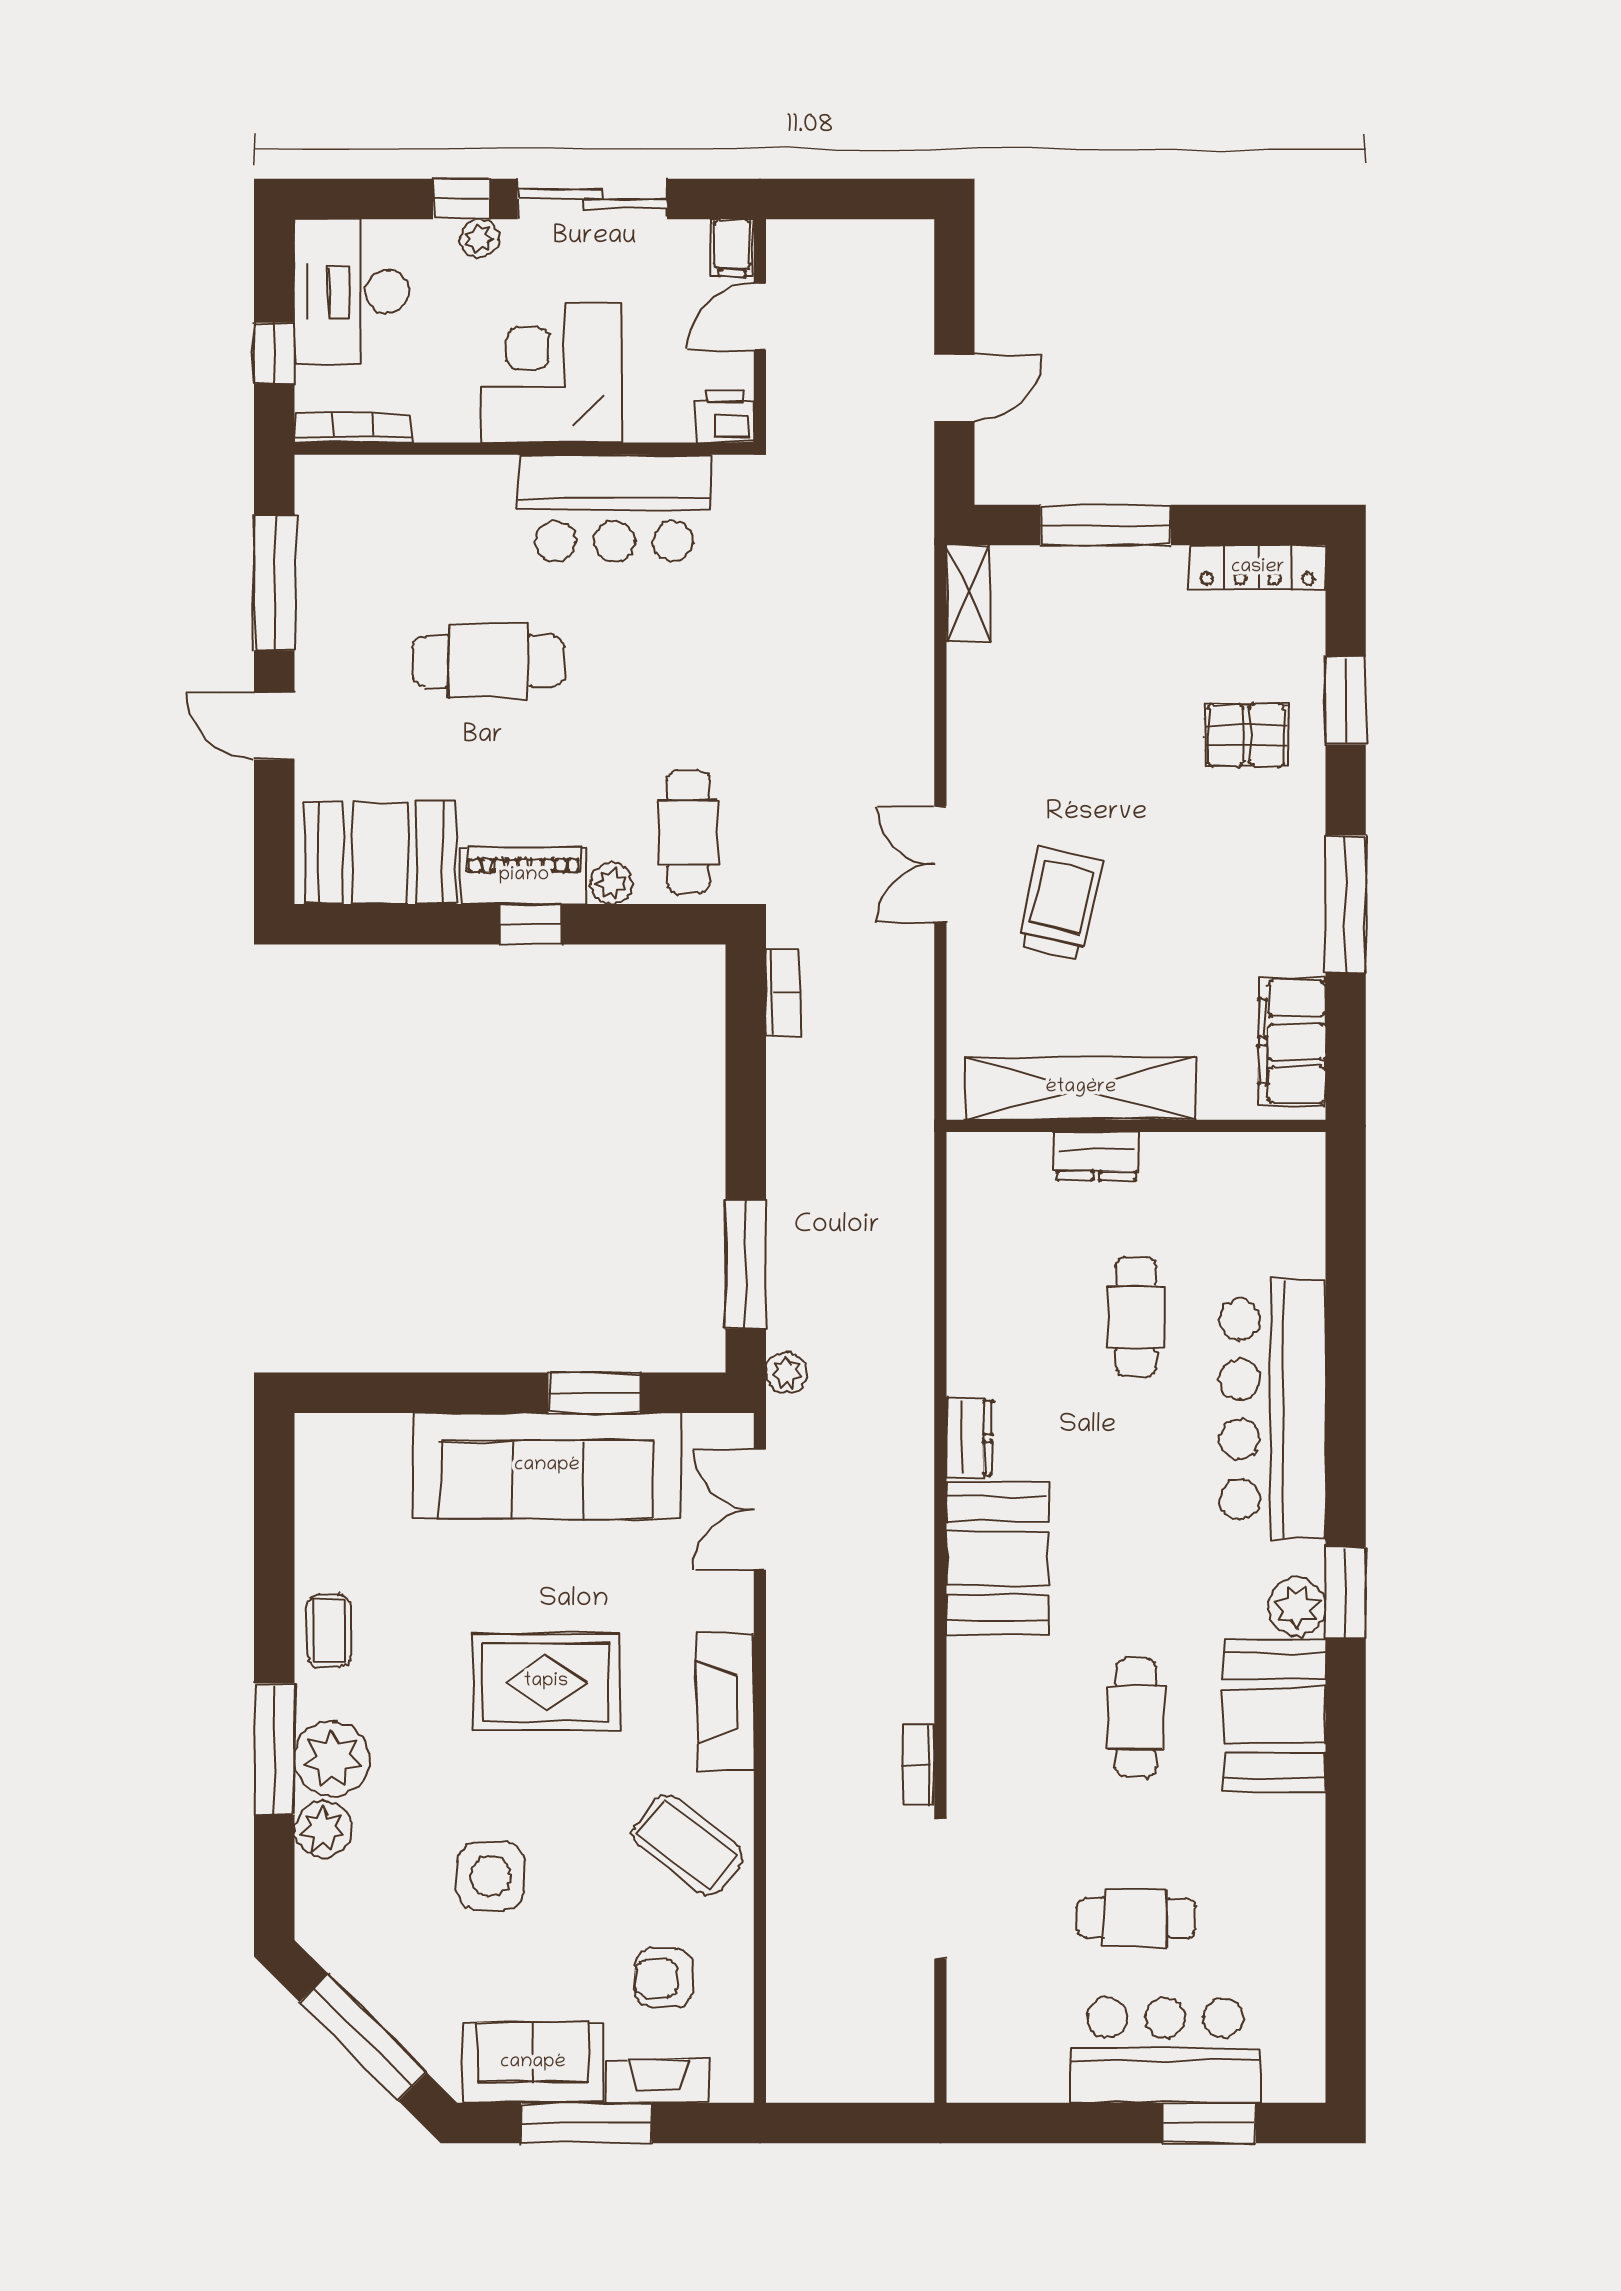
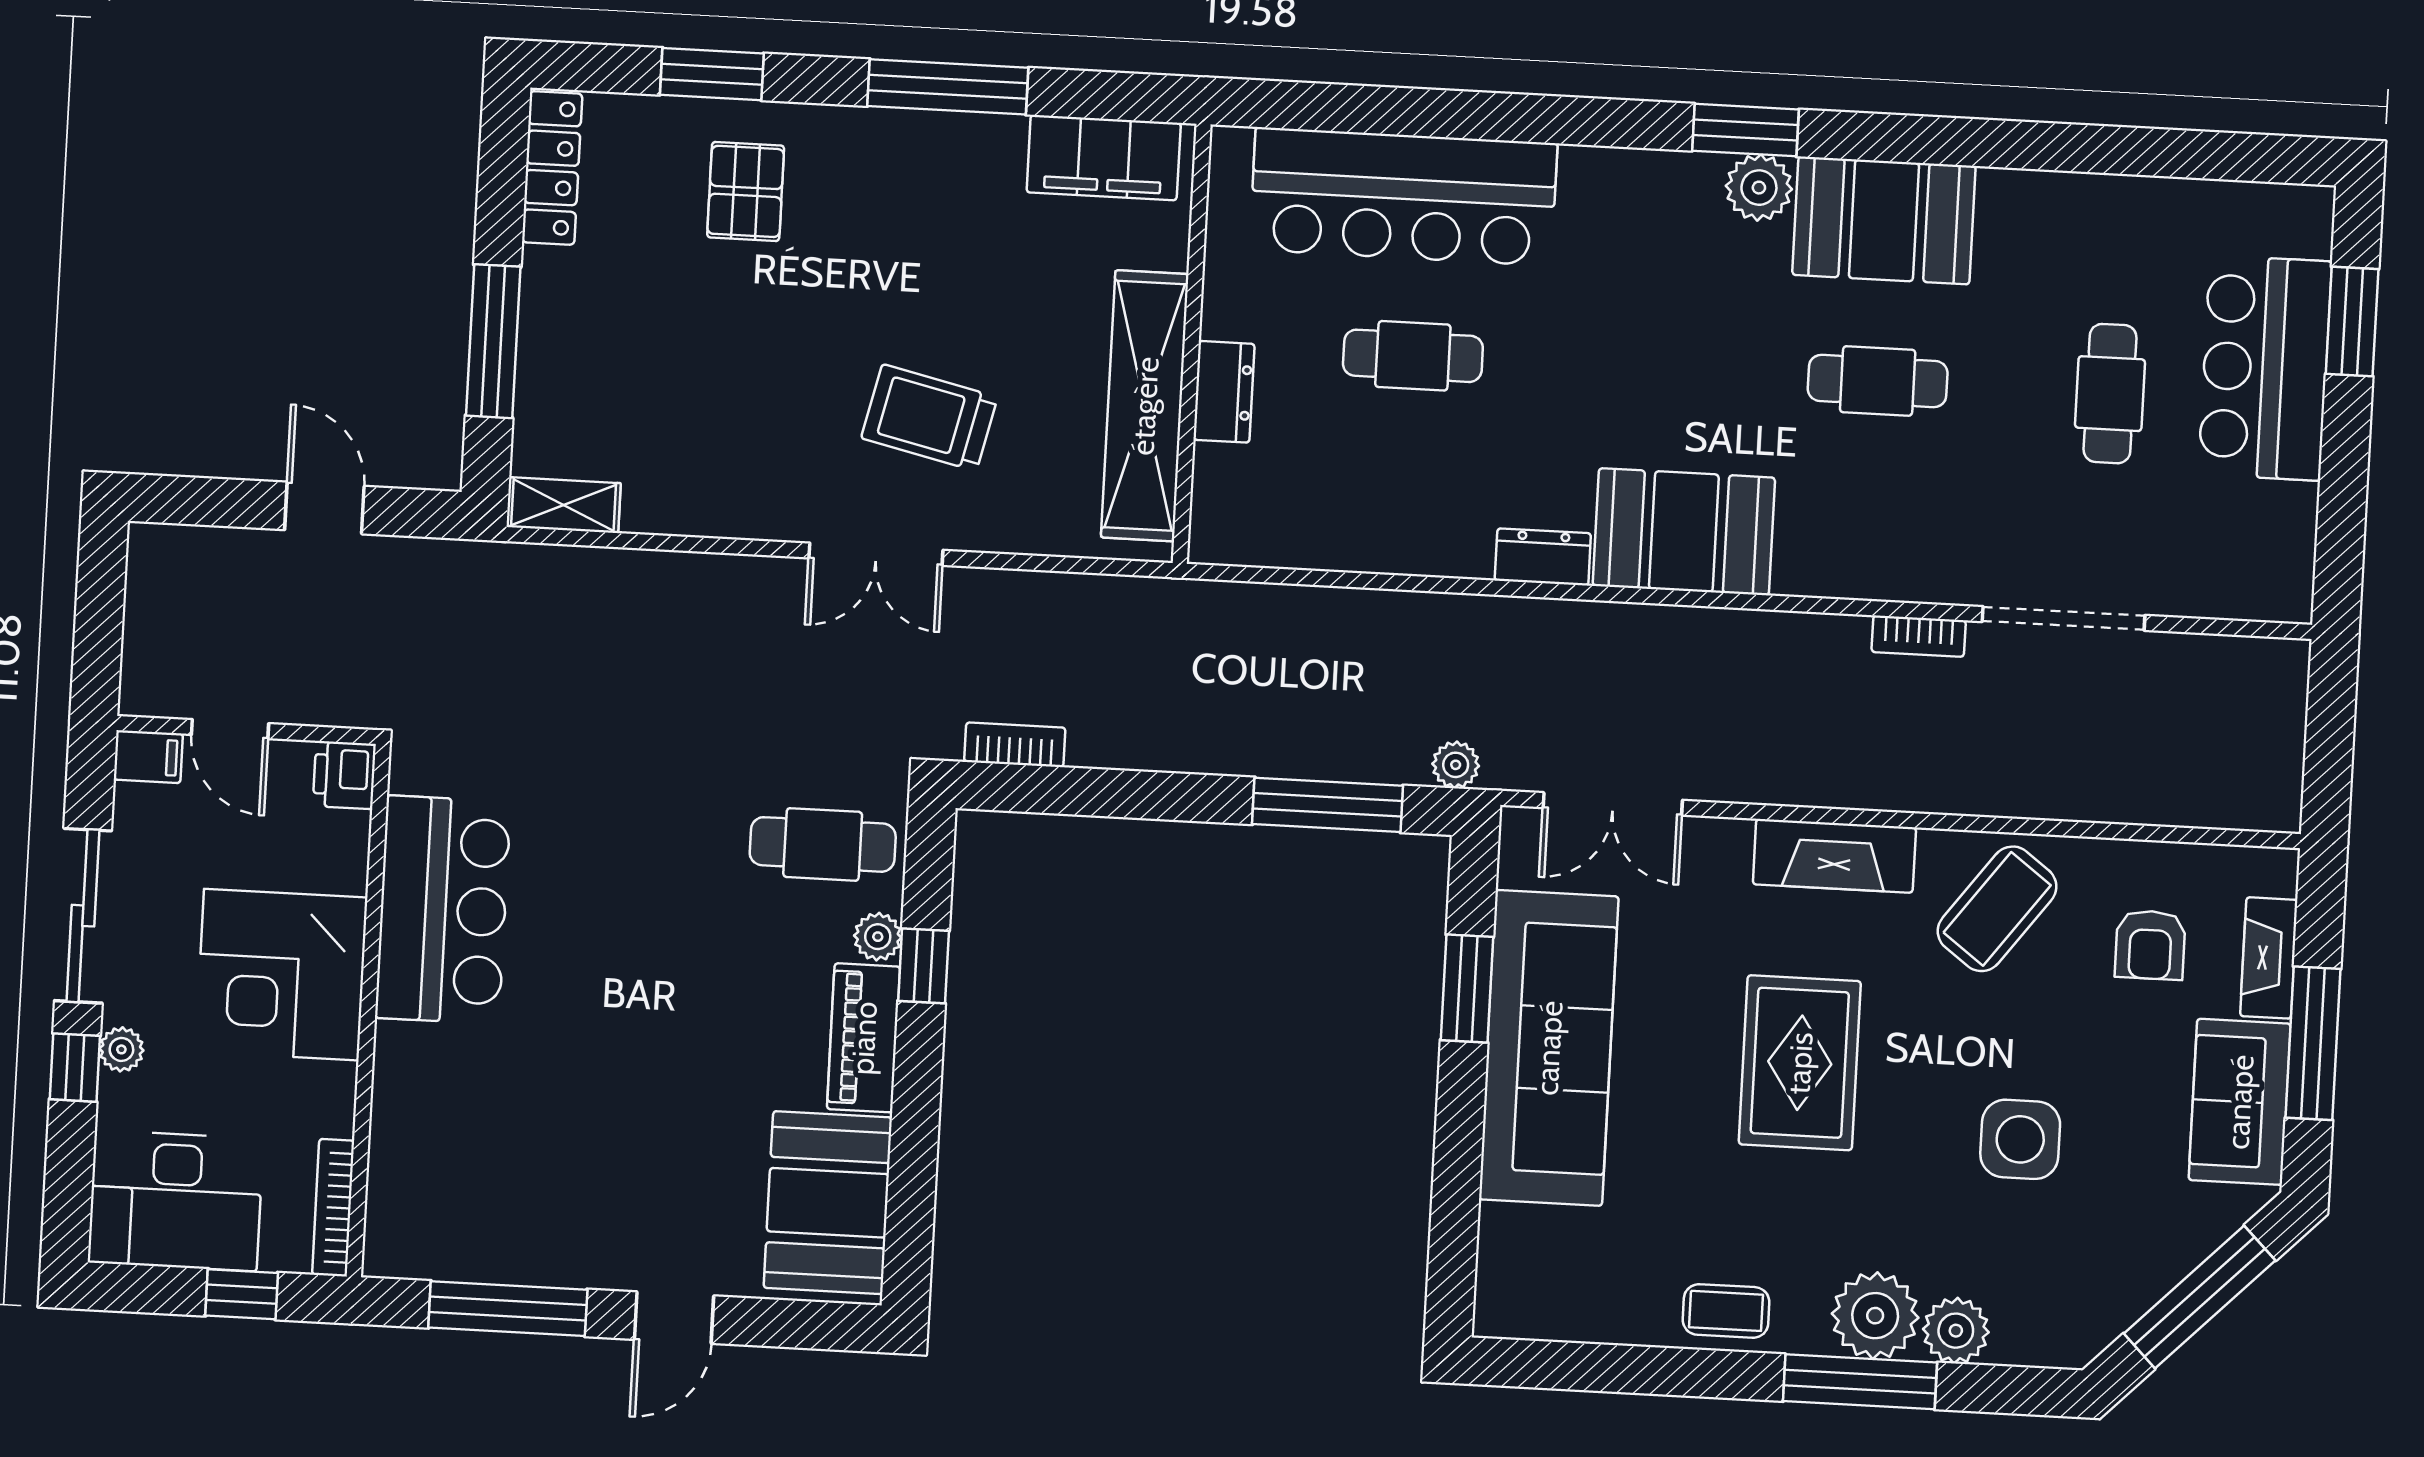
cafe table: (489, 661) -> (612, 1065), removed
window: (530, 924) -> (924, 966), moved
bar counter: (1273, 1409) -> (1403, 197), moved

